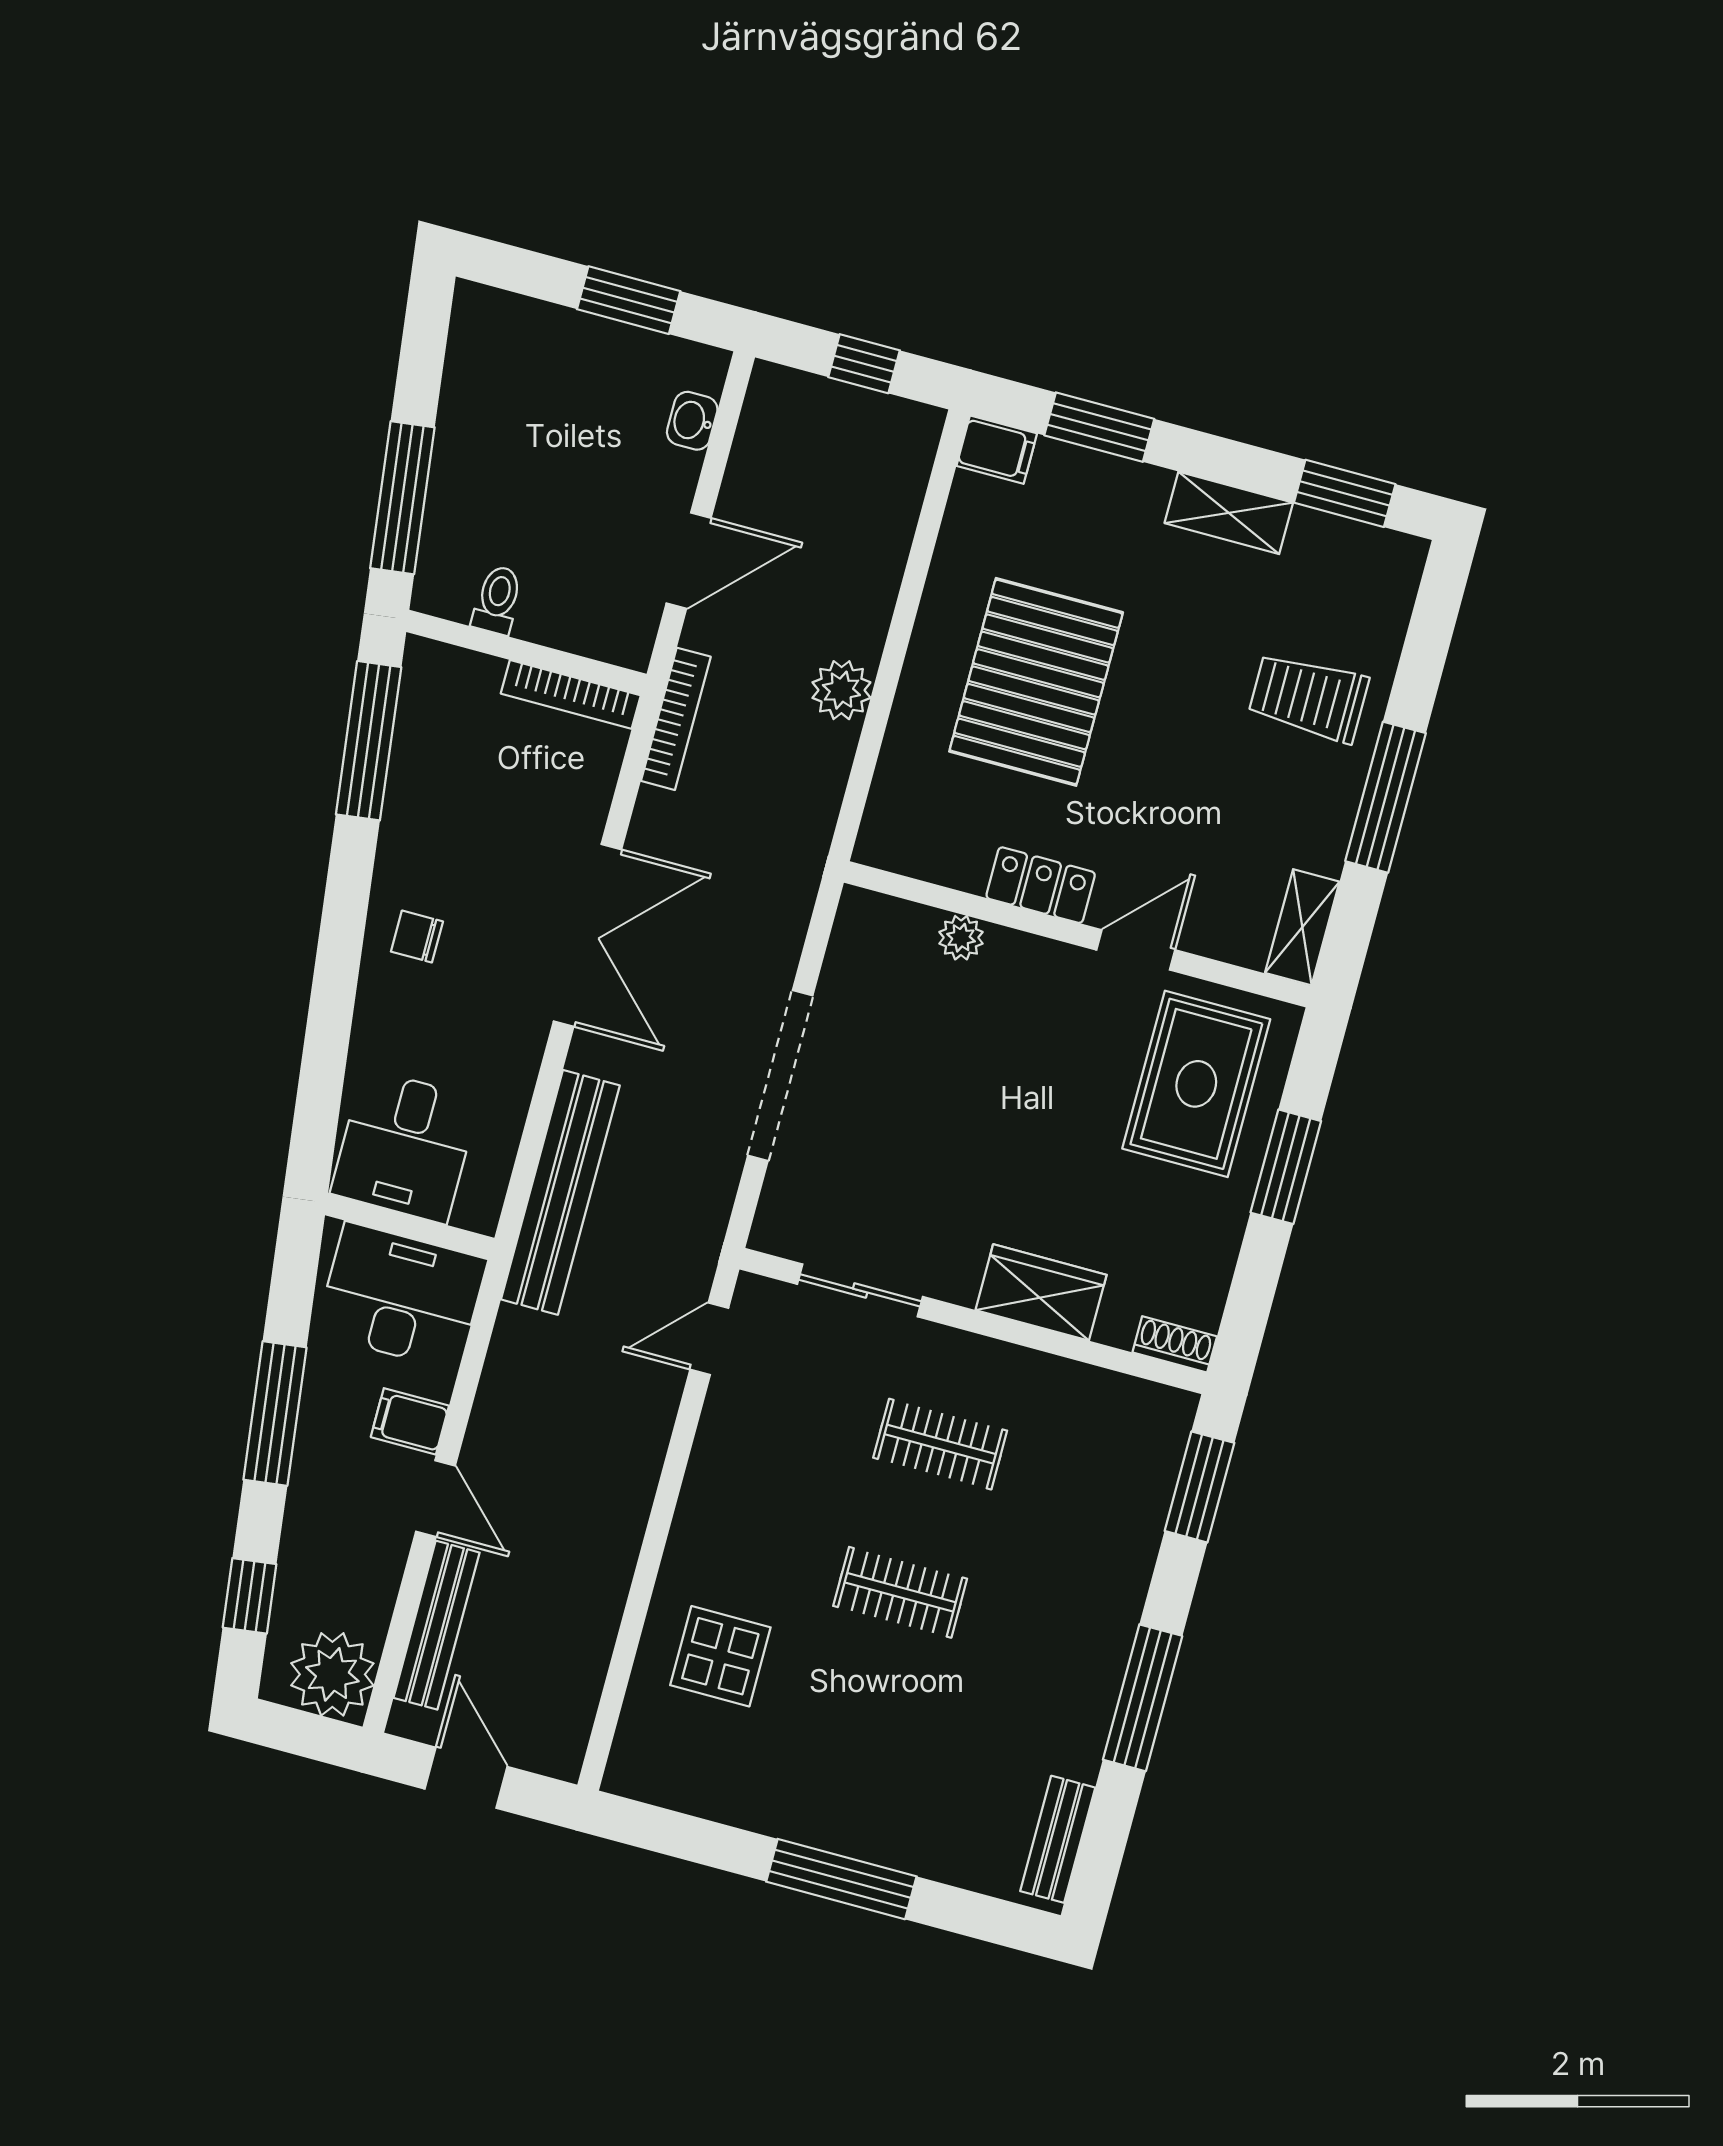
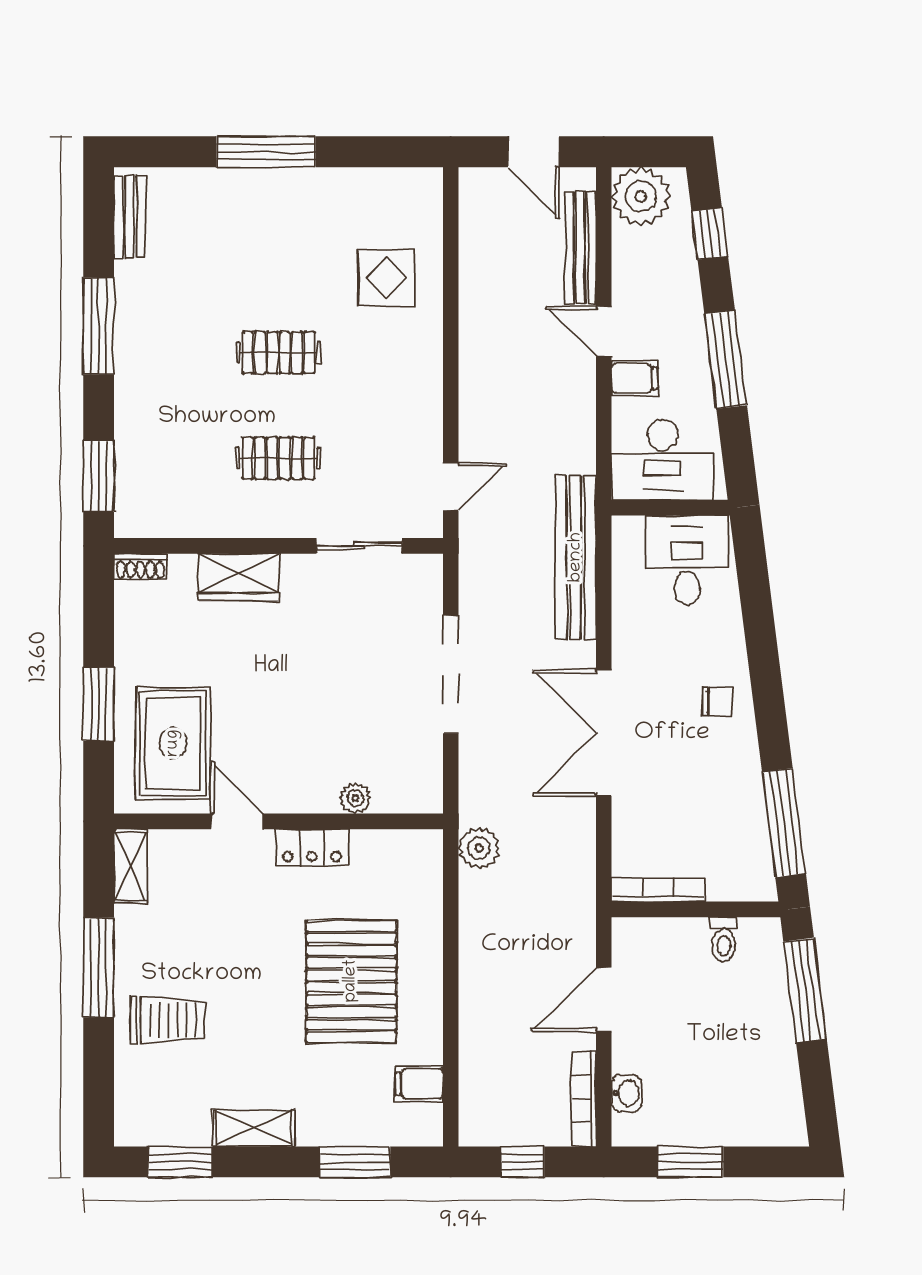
filing cabinet: (997, 450) -> (419, 1084), moved
plant: (841, 690) -> (479, 848), moved
bookcase: (676, 719) -> (584, 1099), moved
door: (1136, 950) -> (237, 821), swing flipped

